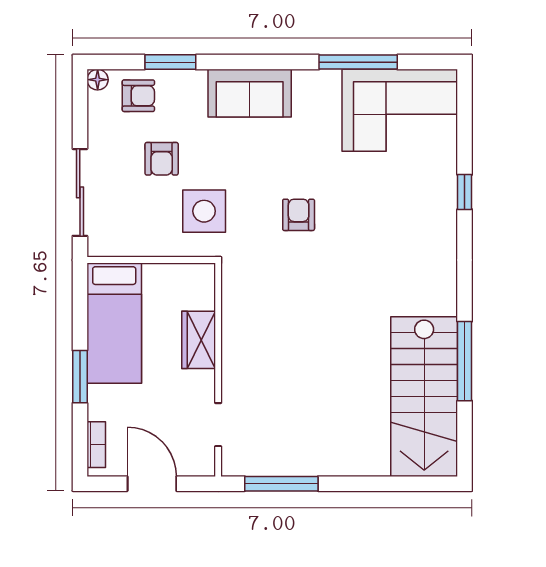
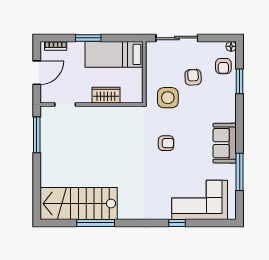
sofa: (250, 93) -> (225, 143), moved
corner sofa: (400, 110) -> (200, 200), moved, turned 90
armchair: (162, 159) -> (193, 77), turned 87

